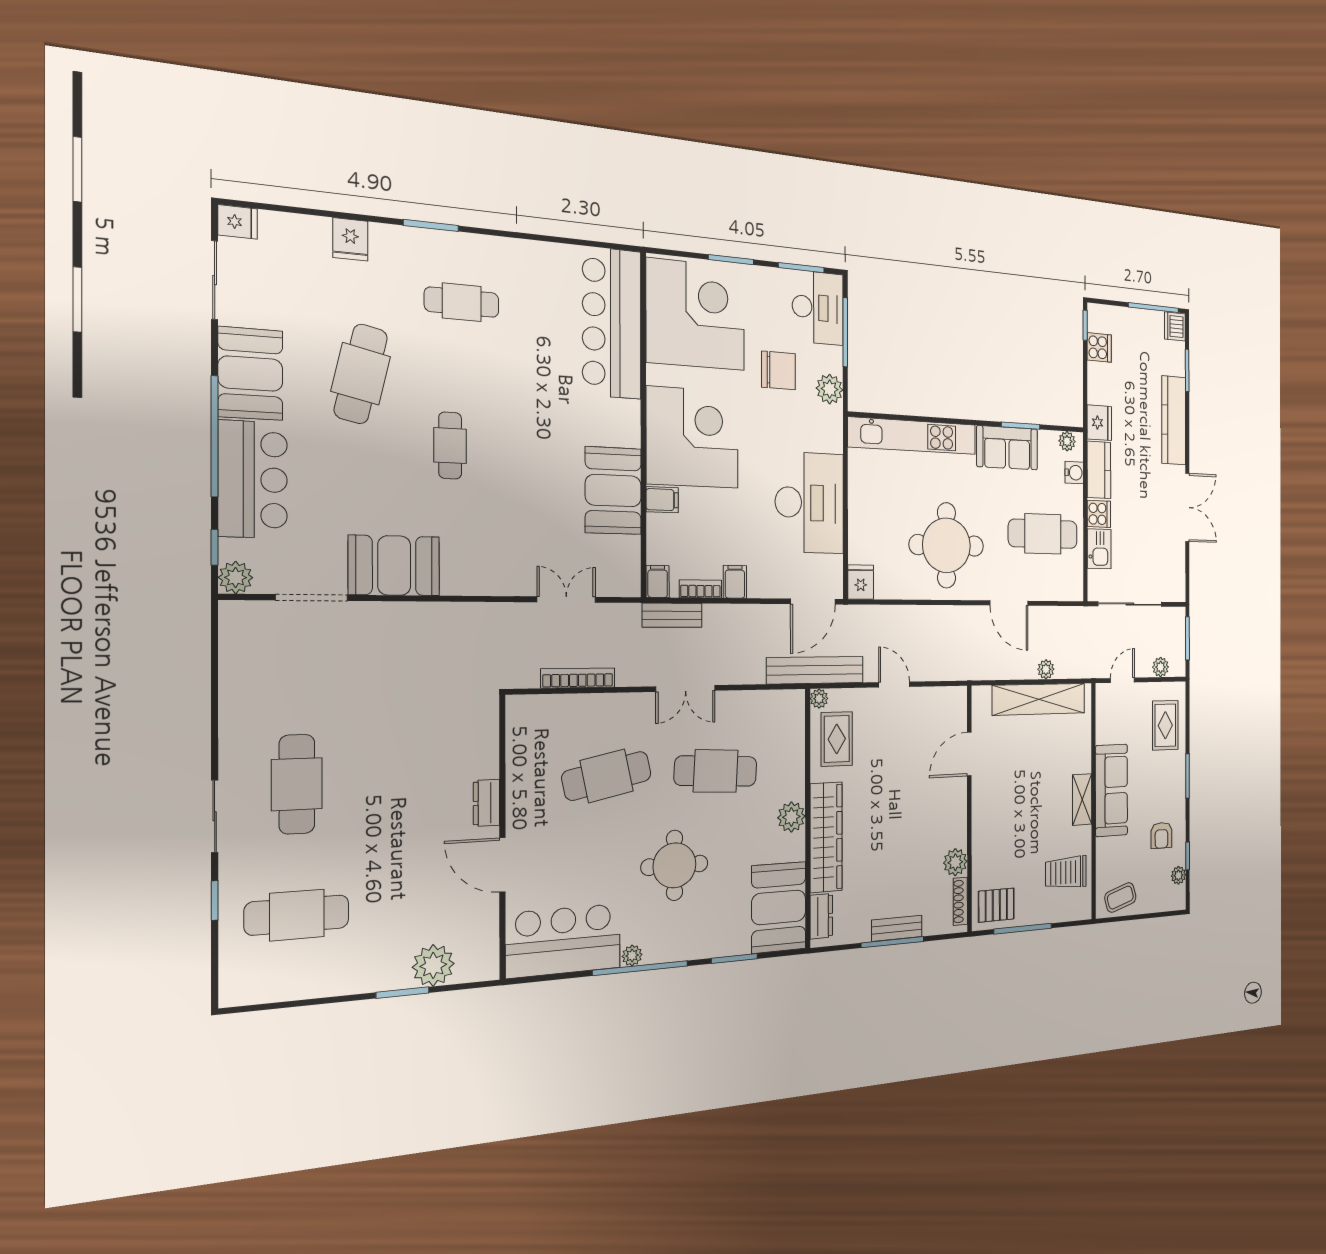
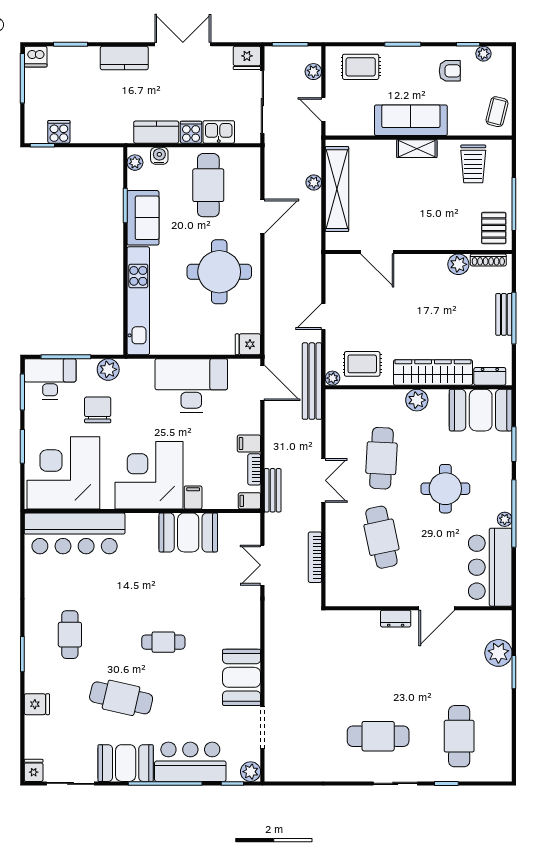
kitchen counter: (1174, 420) -> (124, 58), width x0.67
fridge: (1099, 423) -> (247, 58), moved, turned 180
coffee table: (1120, 898) -> (497, 112), turned 31

